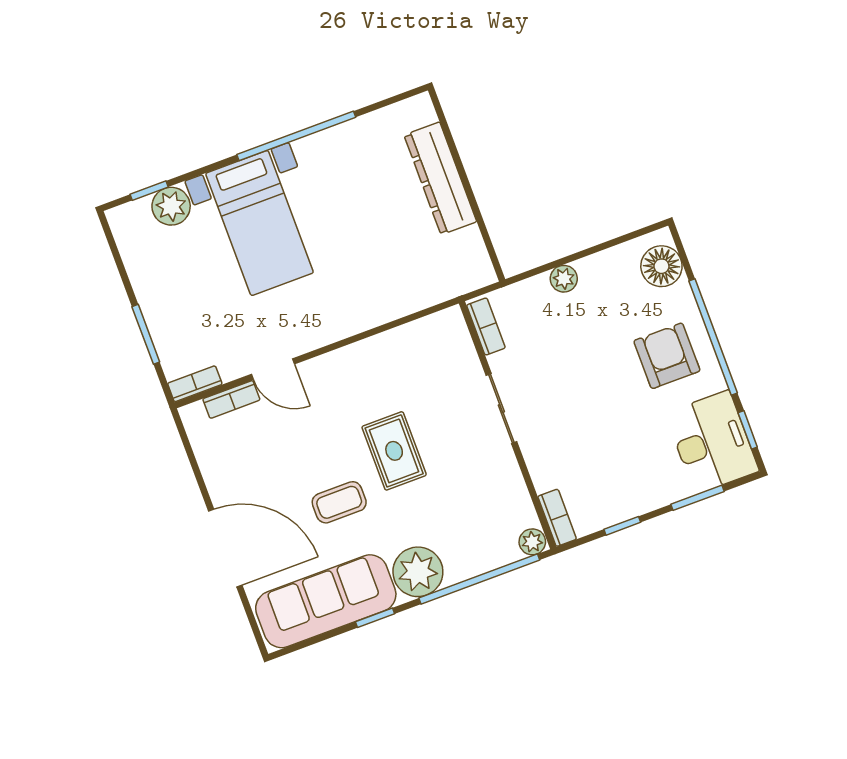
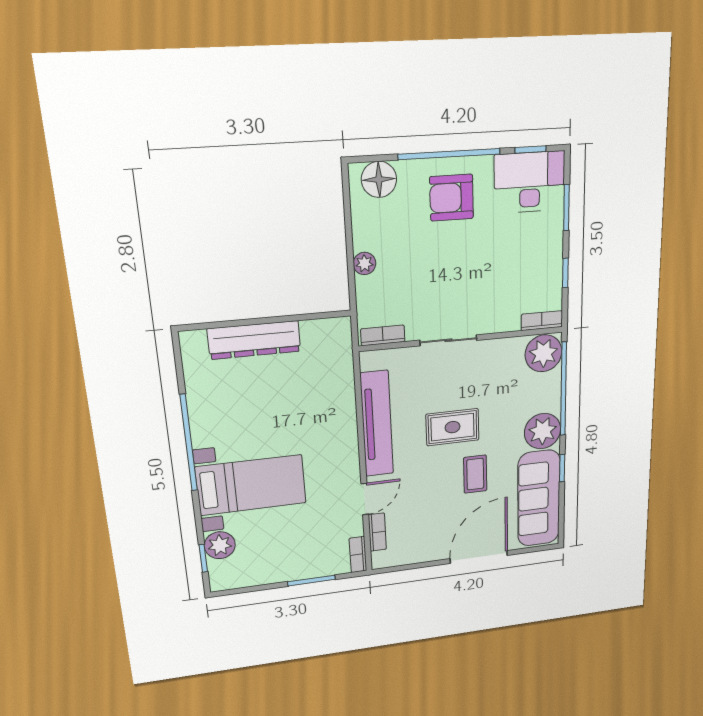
tv unit: (375, 354) -> (377, 424), added
plant: (532, 542) -> (543, 353), width x1.88, depth x1.88

